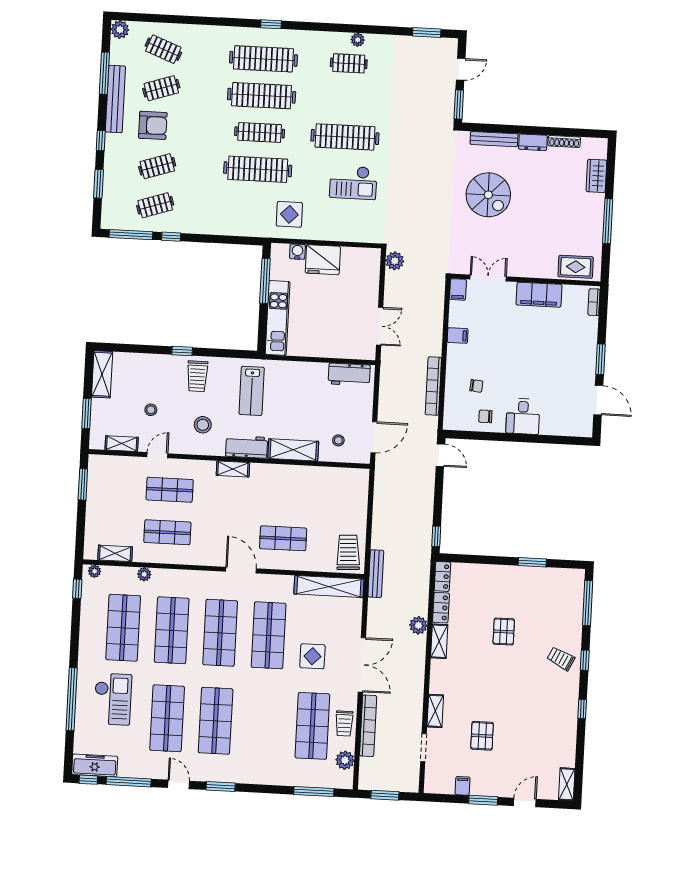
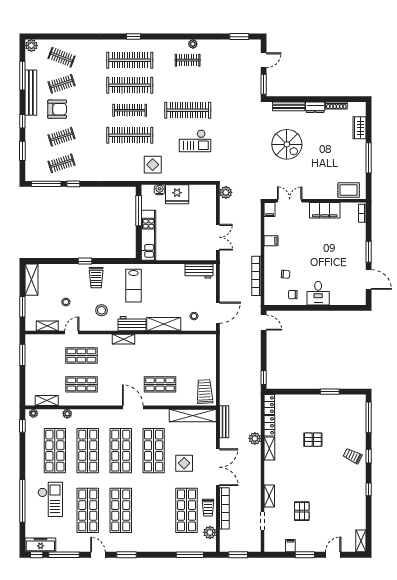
bench: (376, 574) -> (224, 422), moved
pallet: (504, 632) -> (313, 440), turned 90

